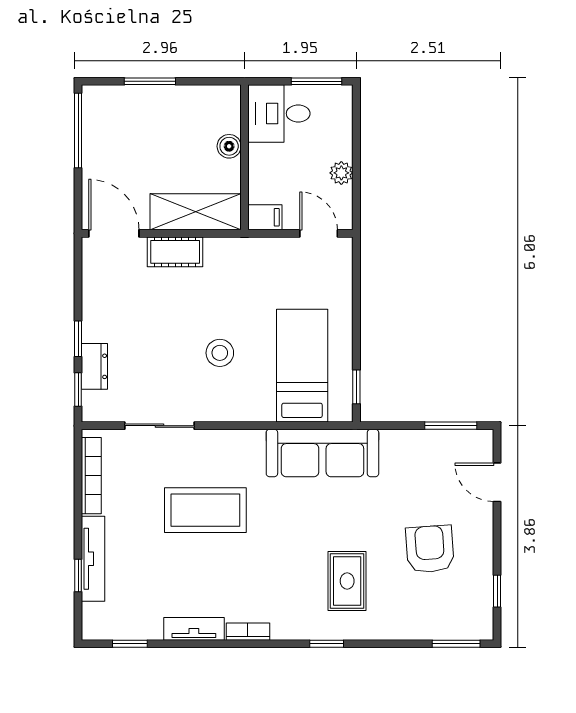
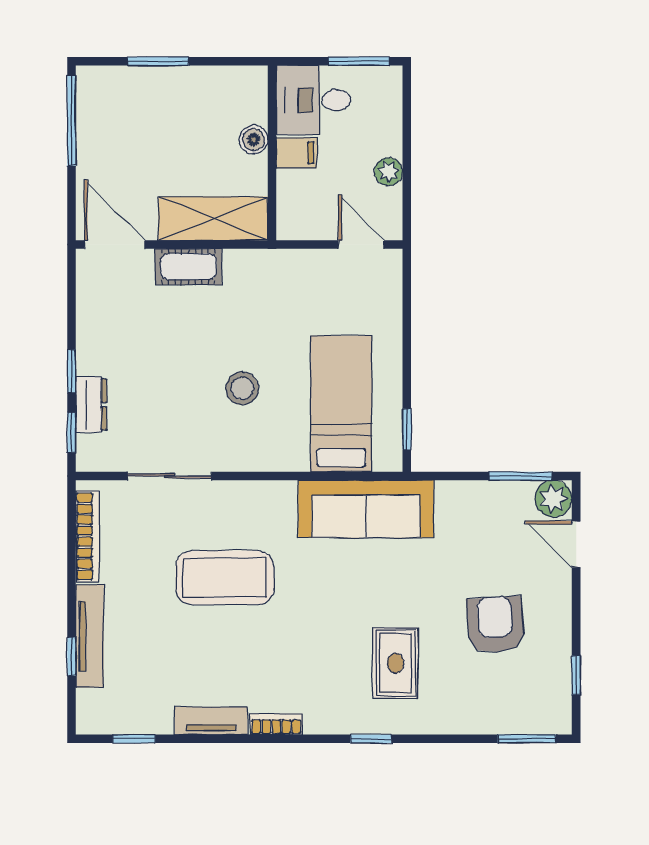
filing cabinet: (265, 217) -> (297, 153), moved
plant: (478, 444) -> (554, 499), added

